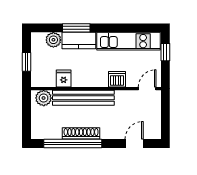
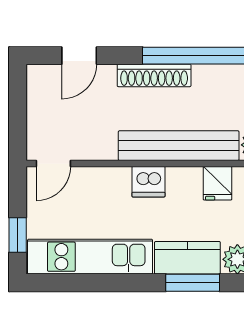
dishwasher: (117, 79) -> (148, 182), moved
shoe rack: (81, 133) -> (154, 75), moved

